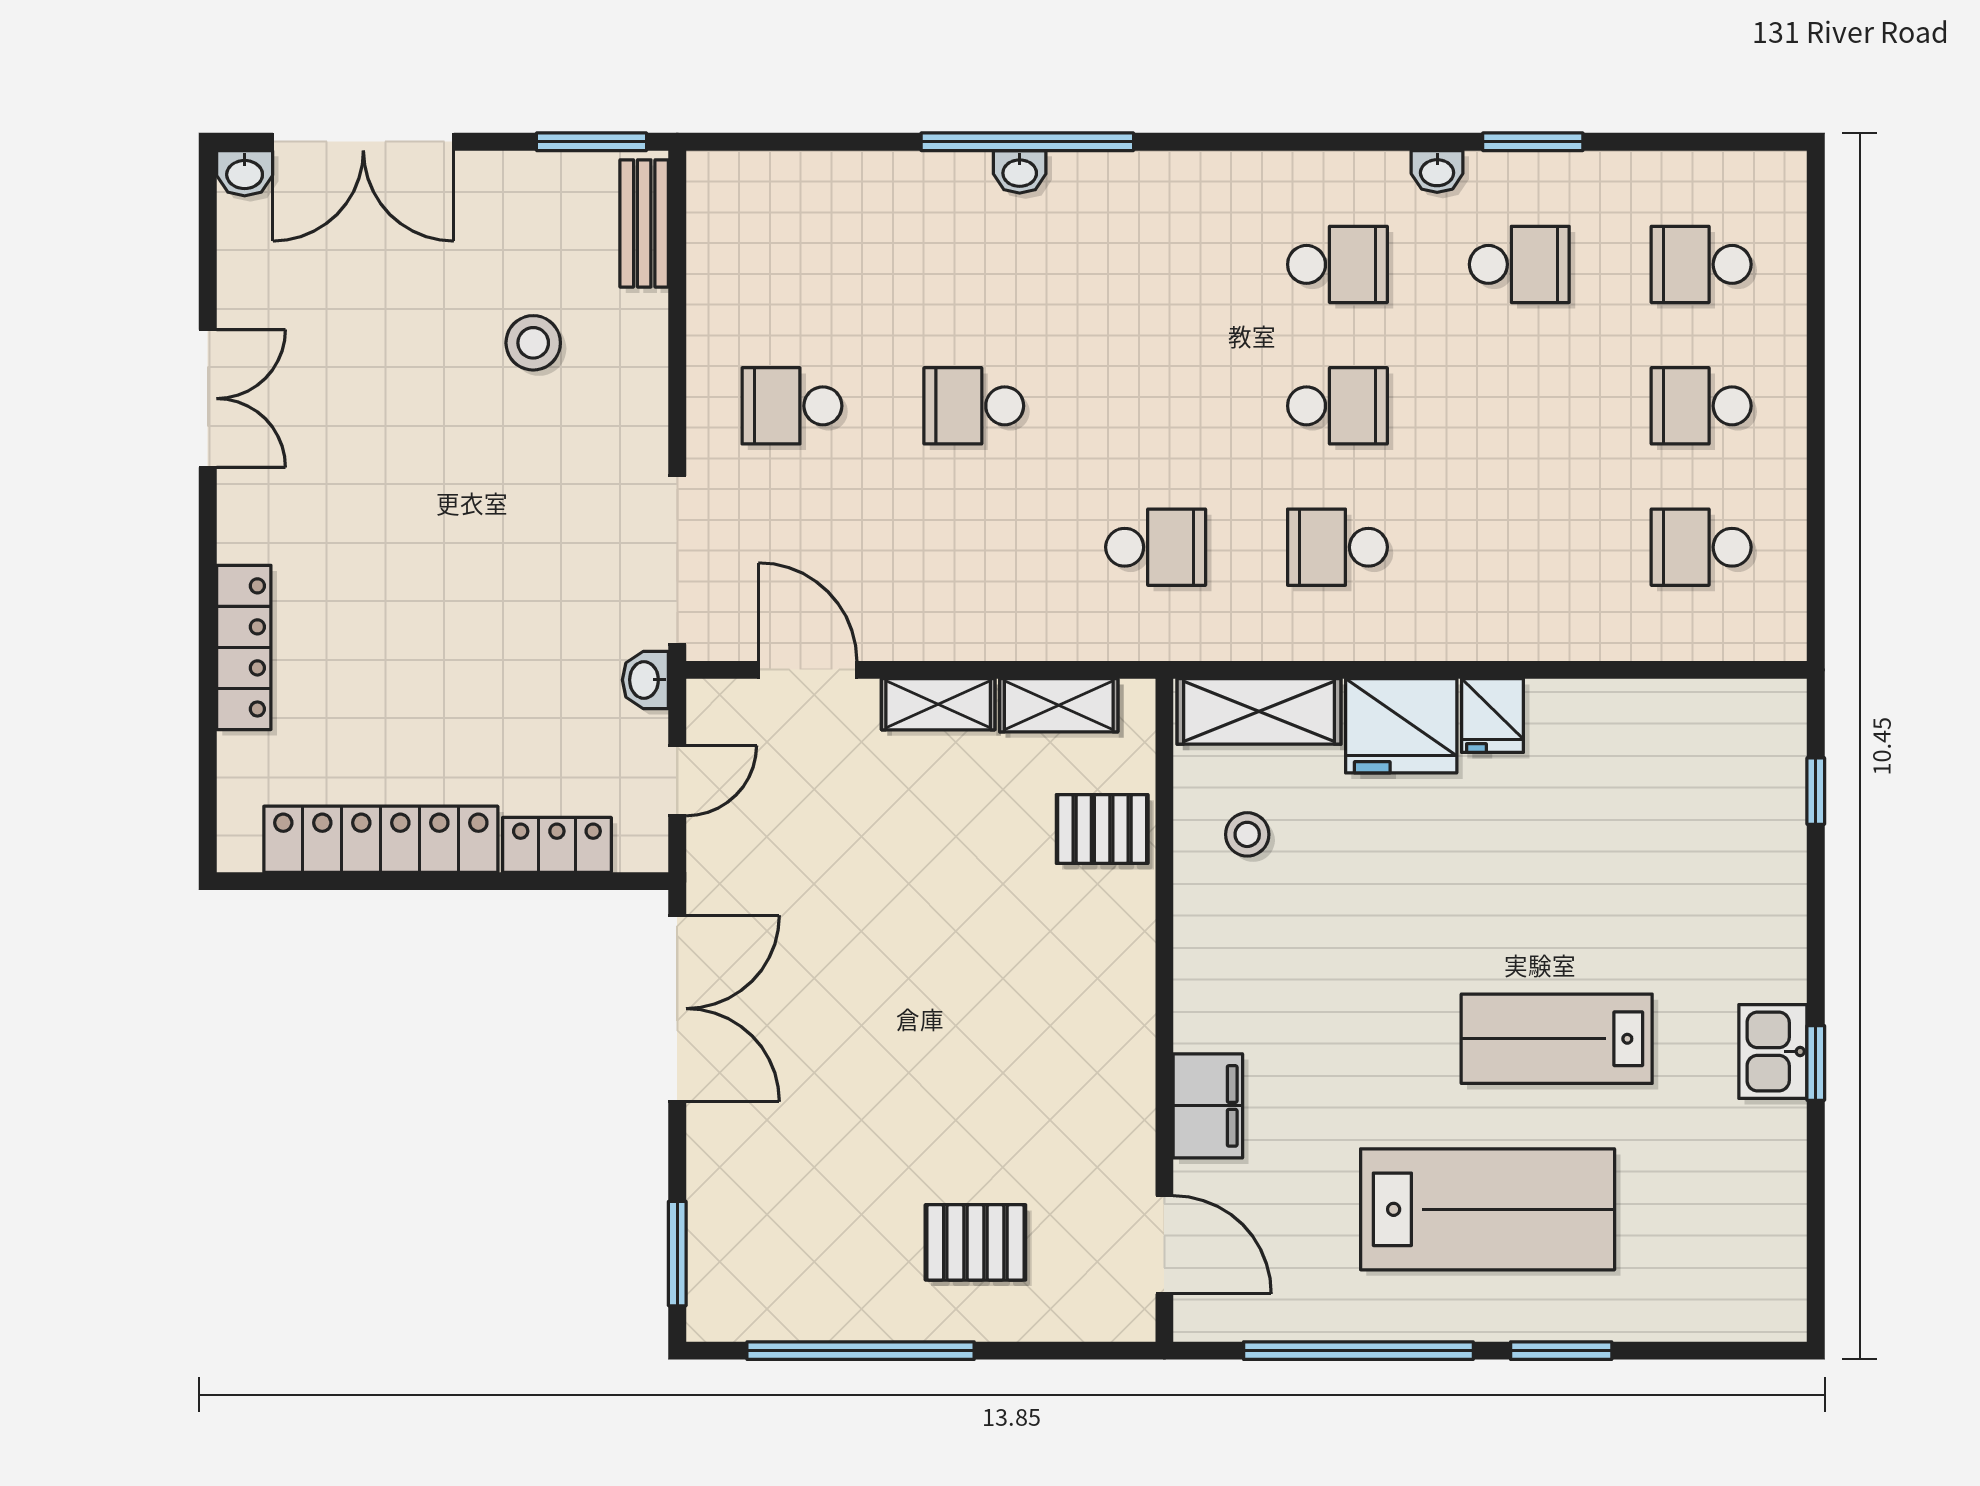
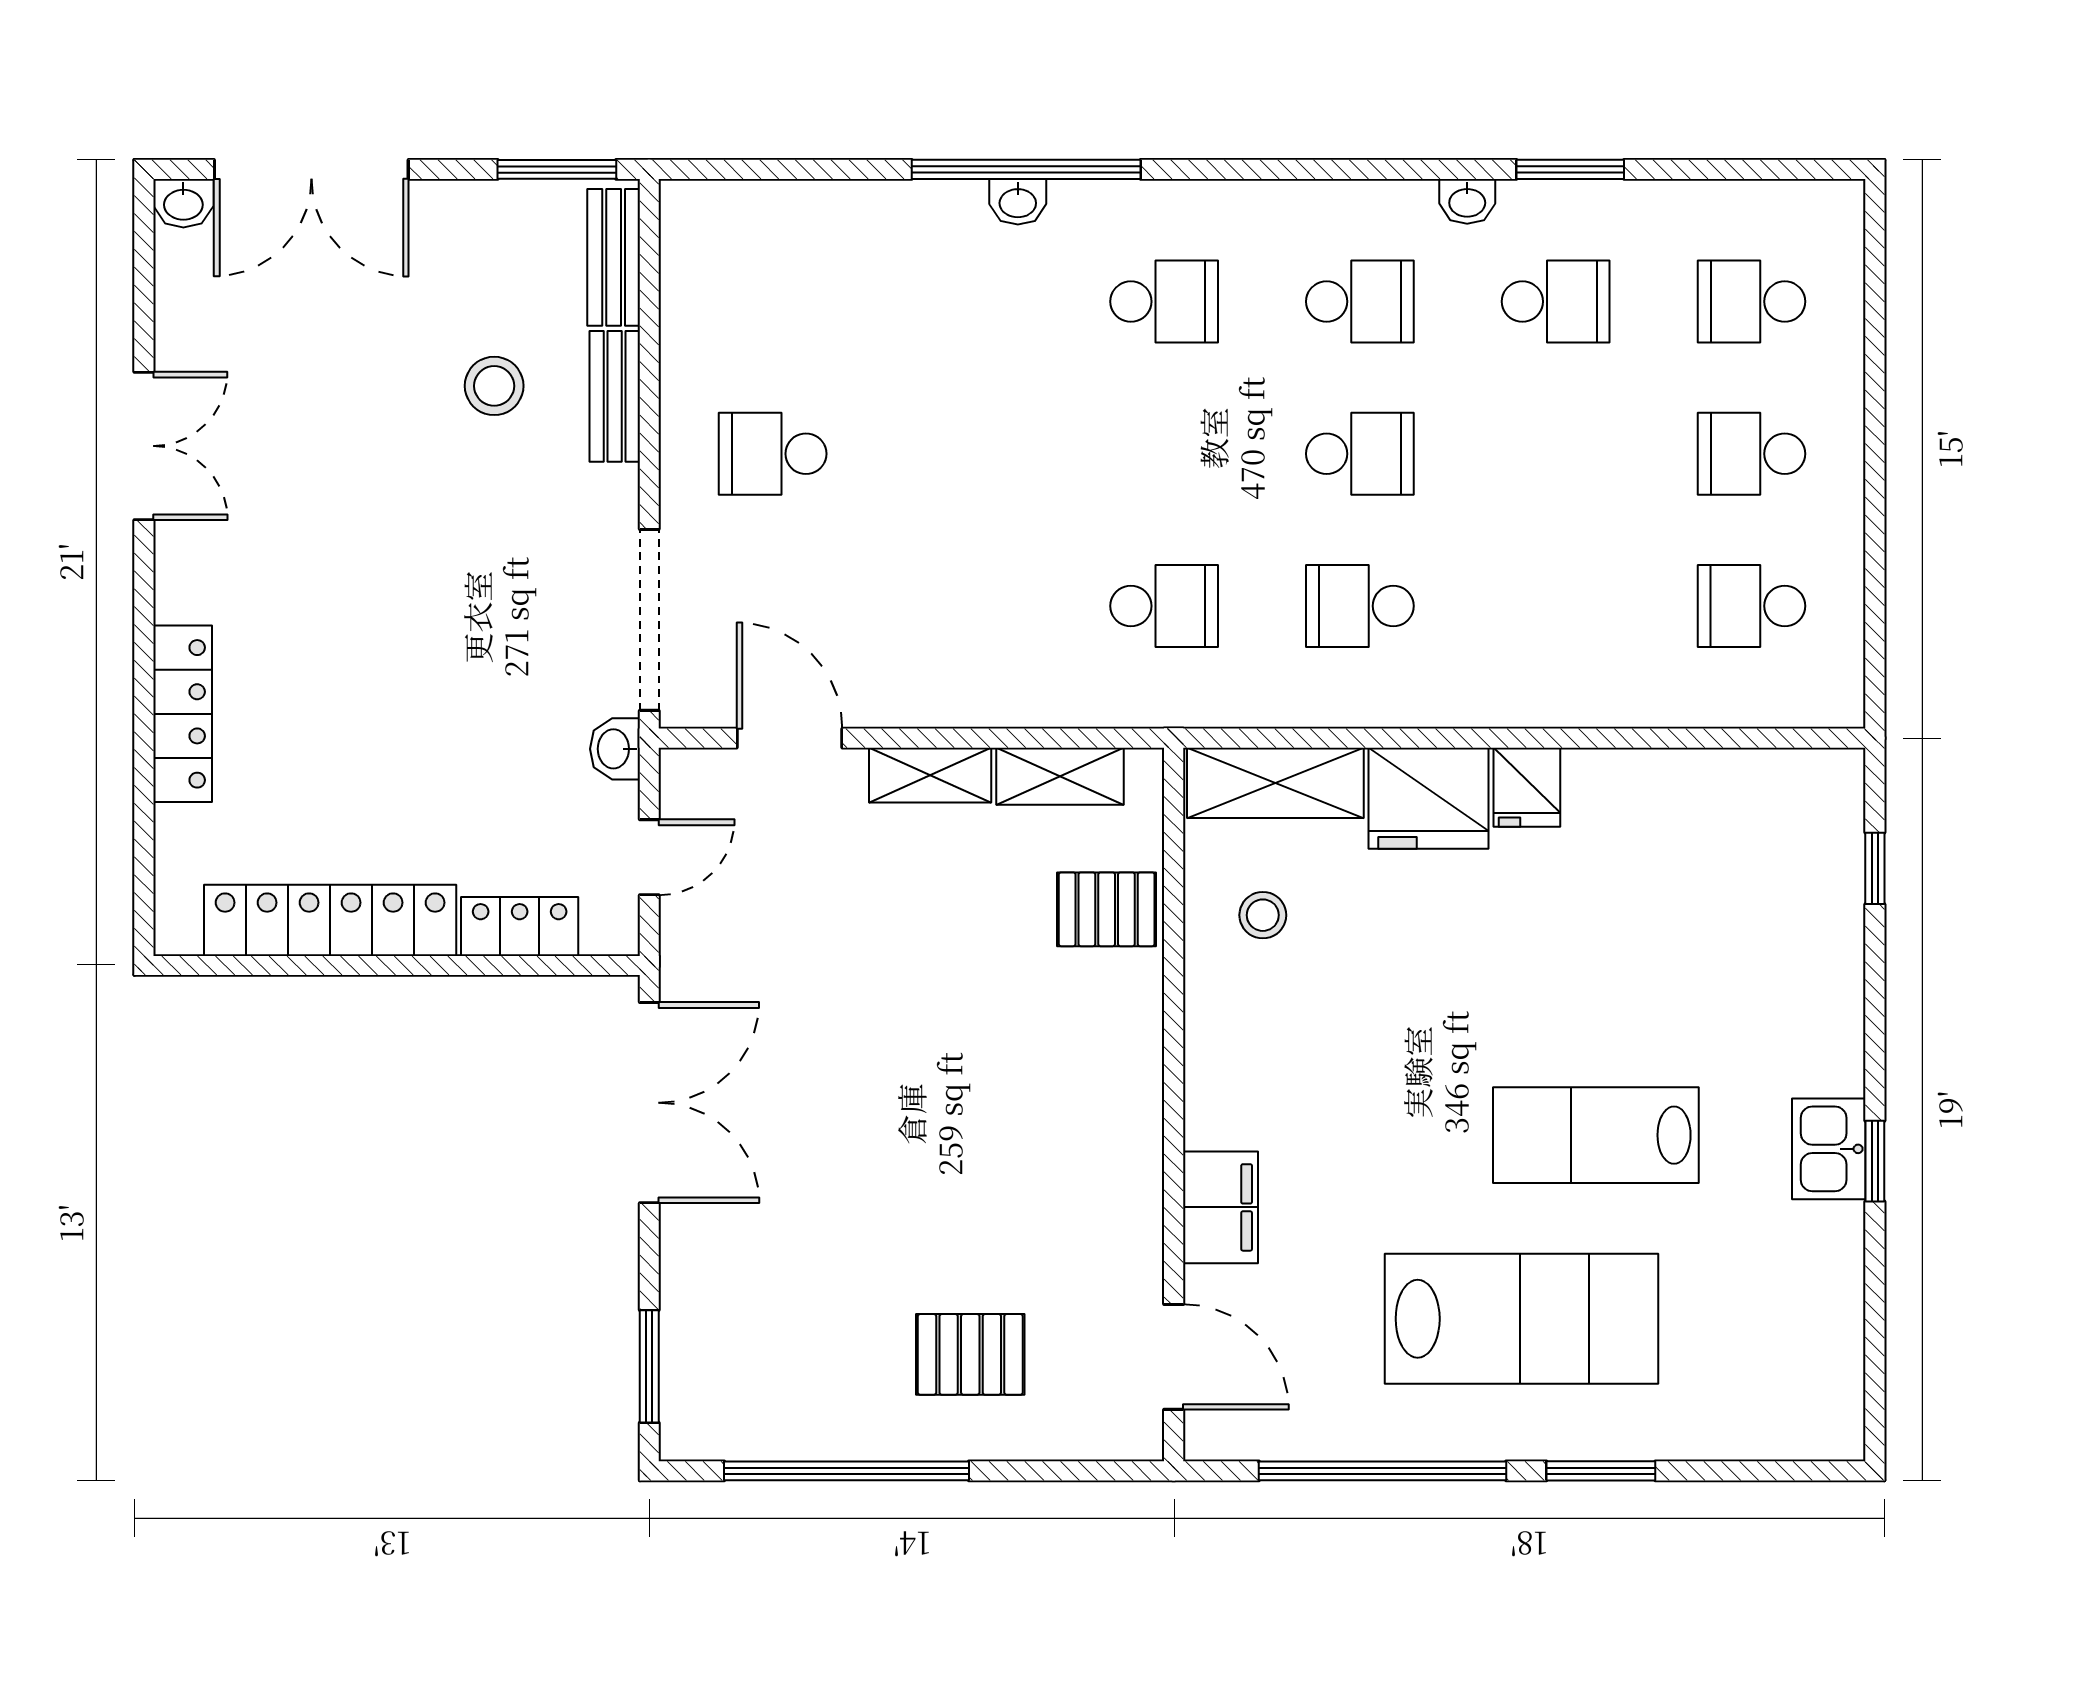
bench: (645, 353) -> (615, 396), added
school desk: (974, 406) -> (1164, 302), moved, turned 180

